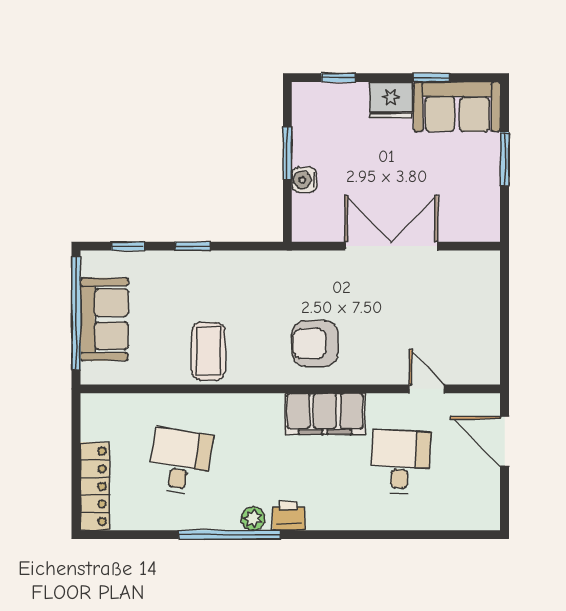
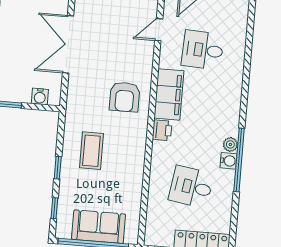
water cooler: (304, 180) -> (40, 96), moved
coffee table: (208, 351) -> (91, 151), moved, turned 90
printer: (289, 516) -> (162, 130), moved, turned 180
water cooler: (227, 518) -> (228, 161), added

